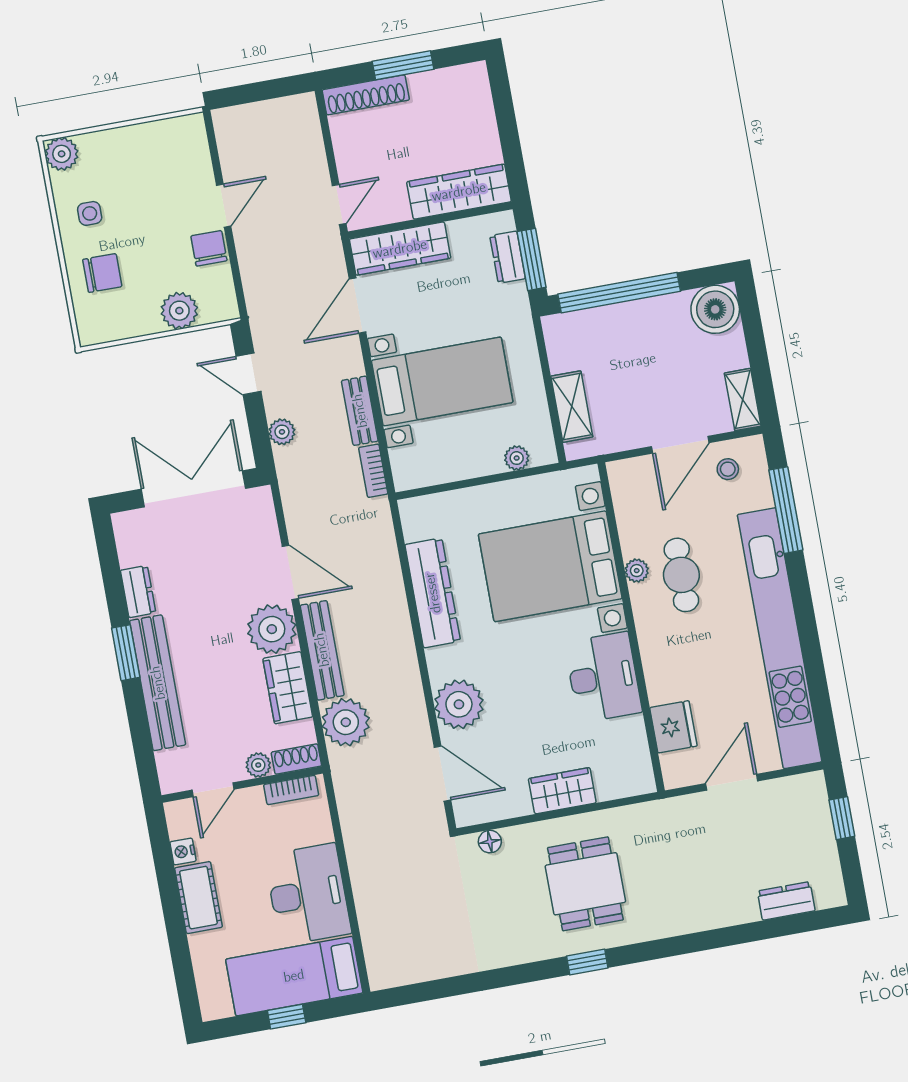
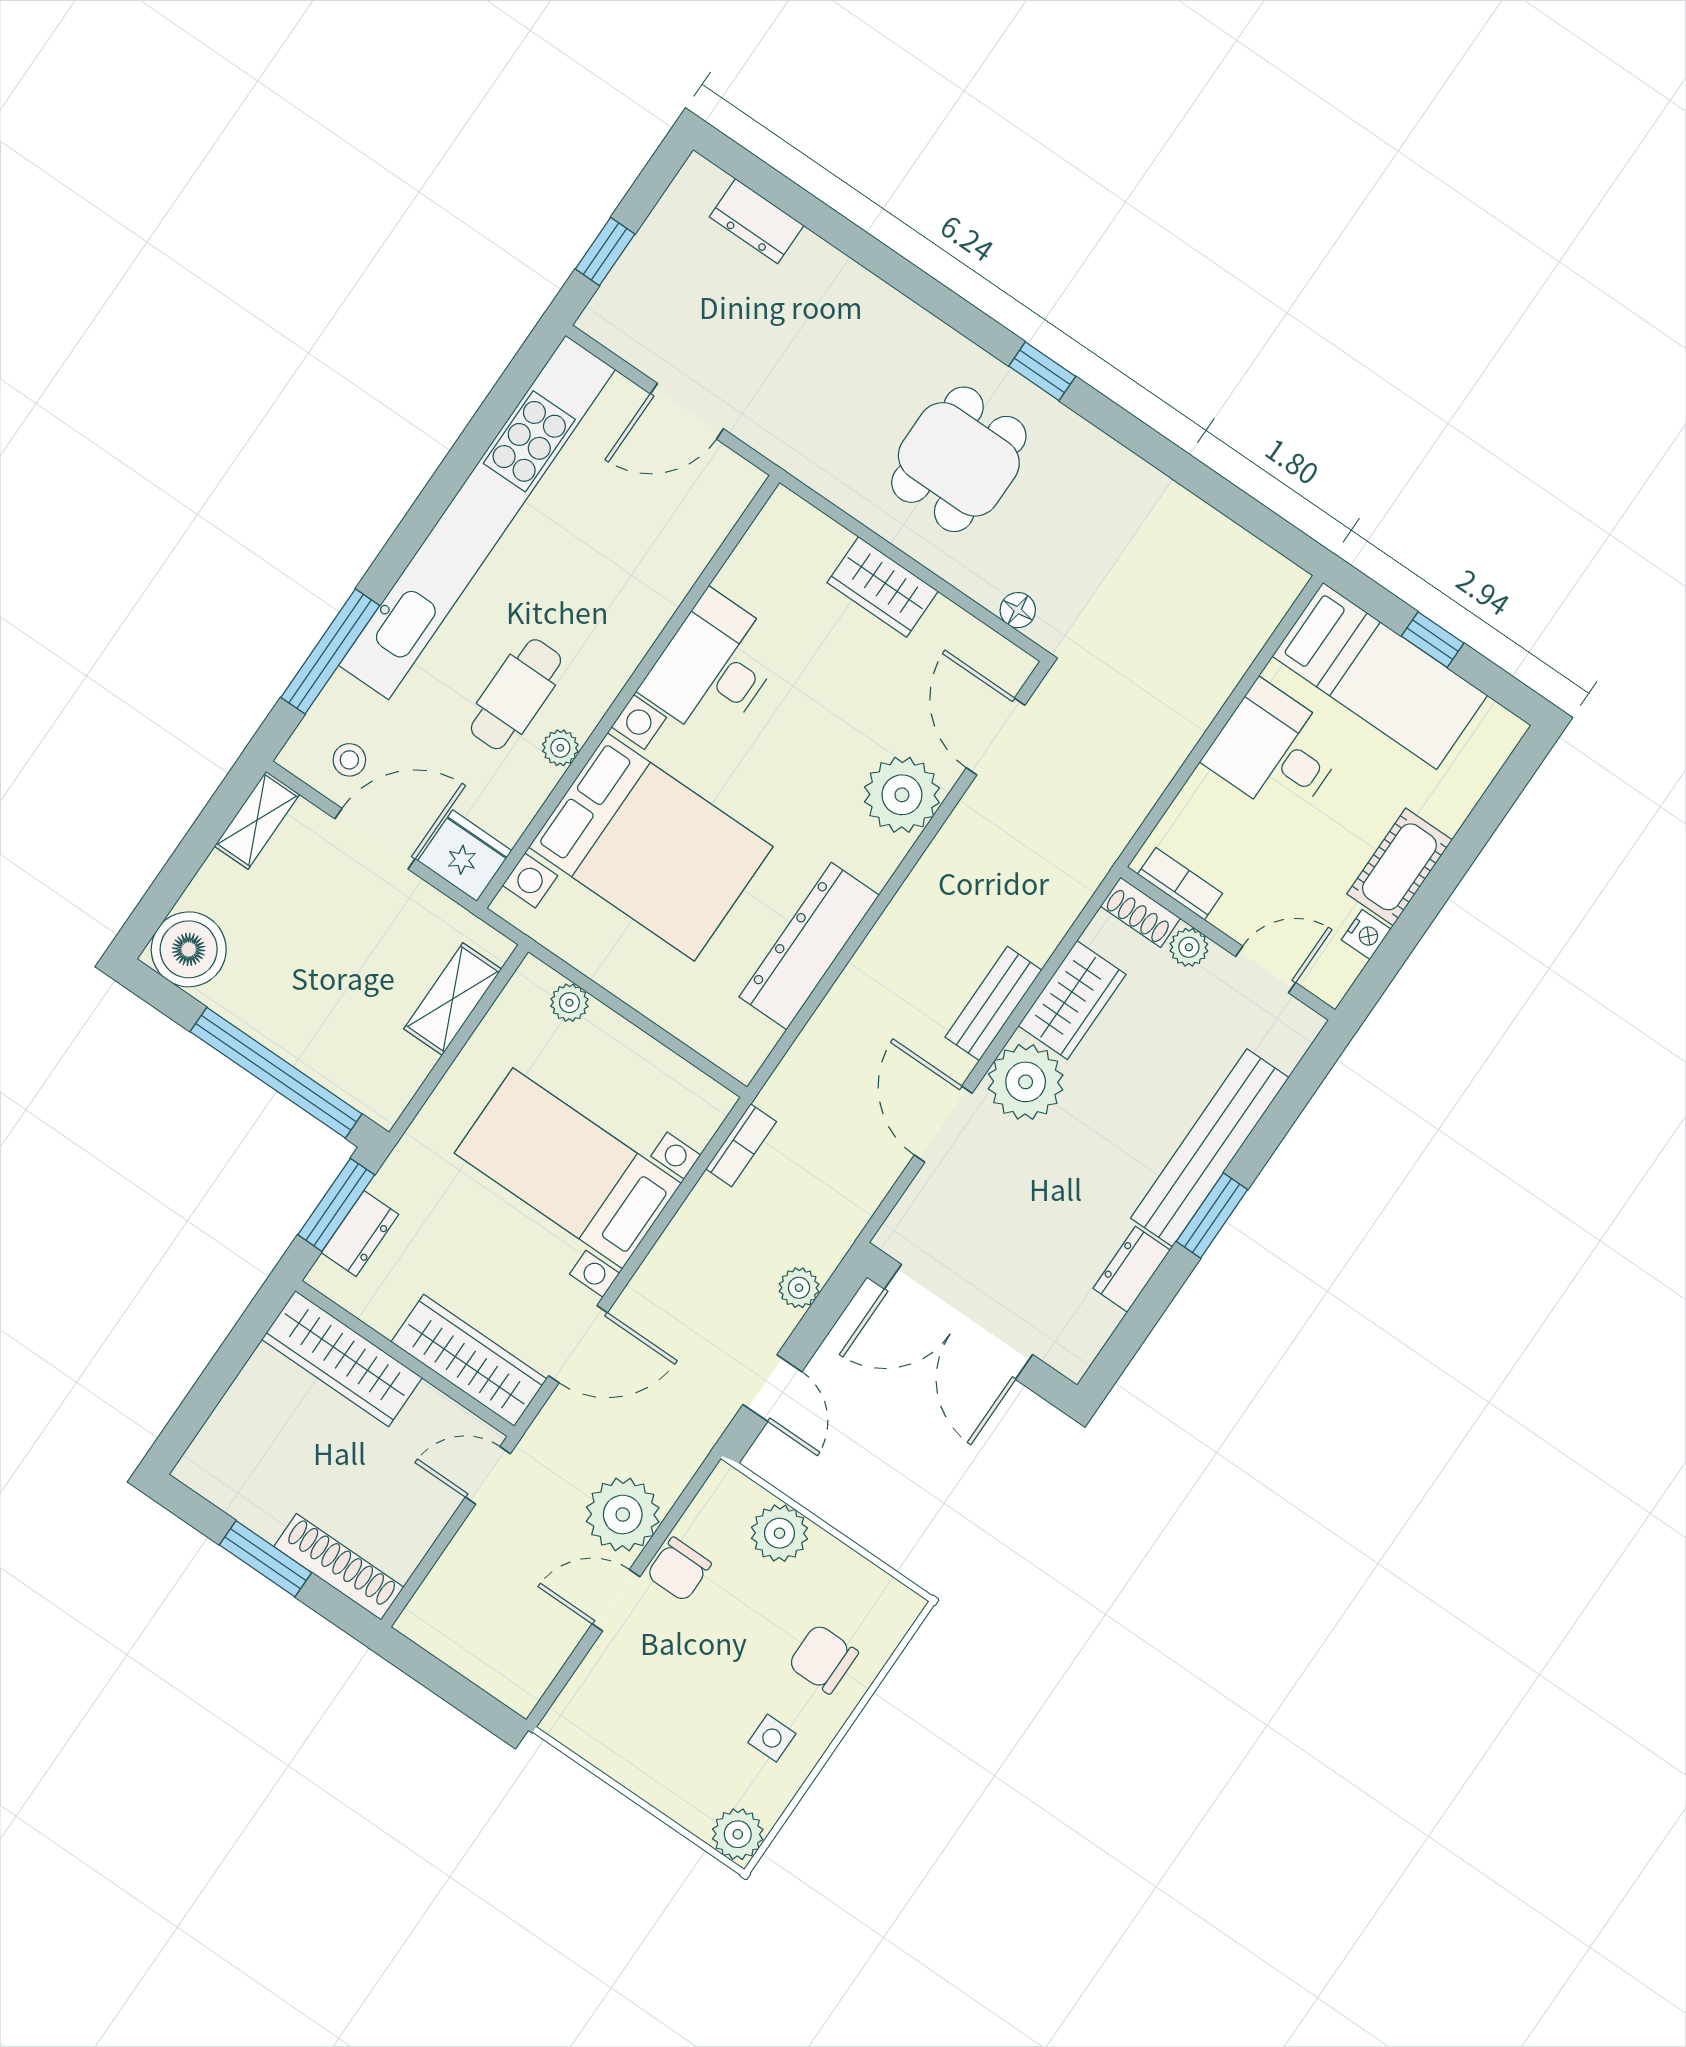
bench: (360, 411) -> (690, 1226), removed
bench: (322, 650) -> (993, 1004), width x0.73
plant: (346, 722) -> (623, 1515), moved
fridge: (673, 727) -> (465, 856), moved, turned 90
desk: (308, 894) -> (1276, 751), width x0.73

